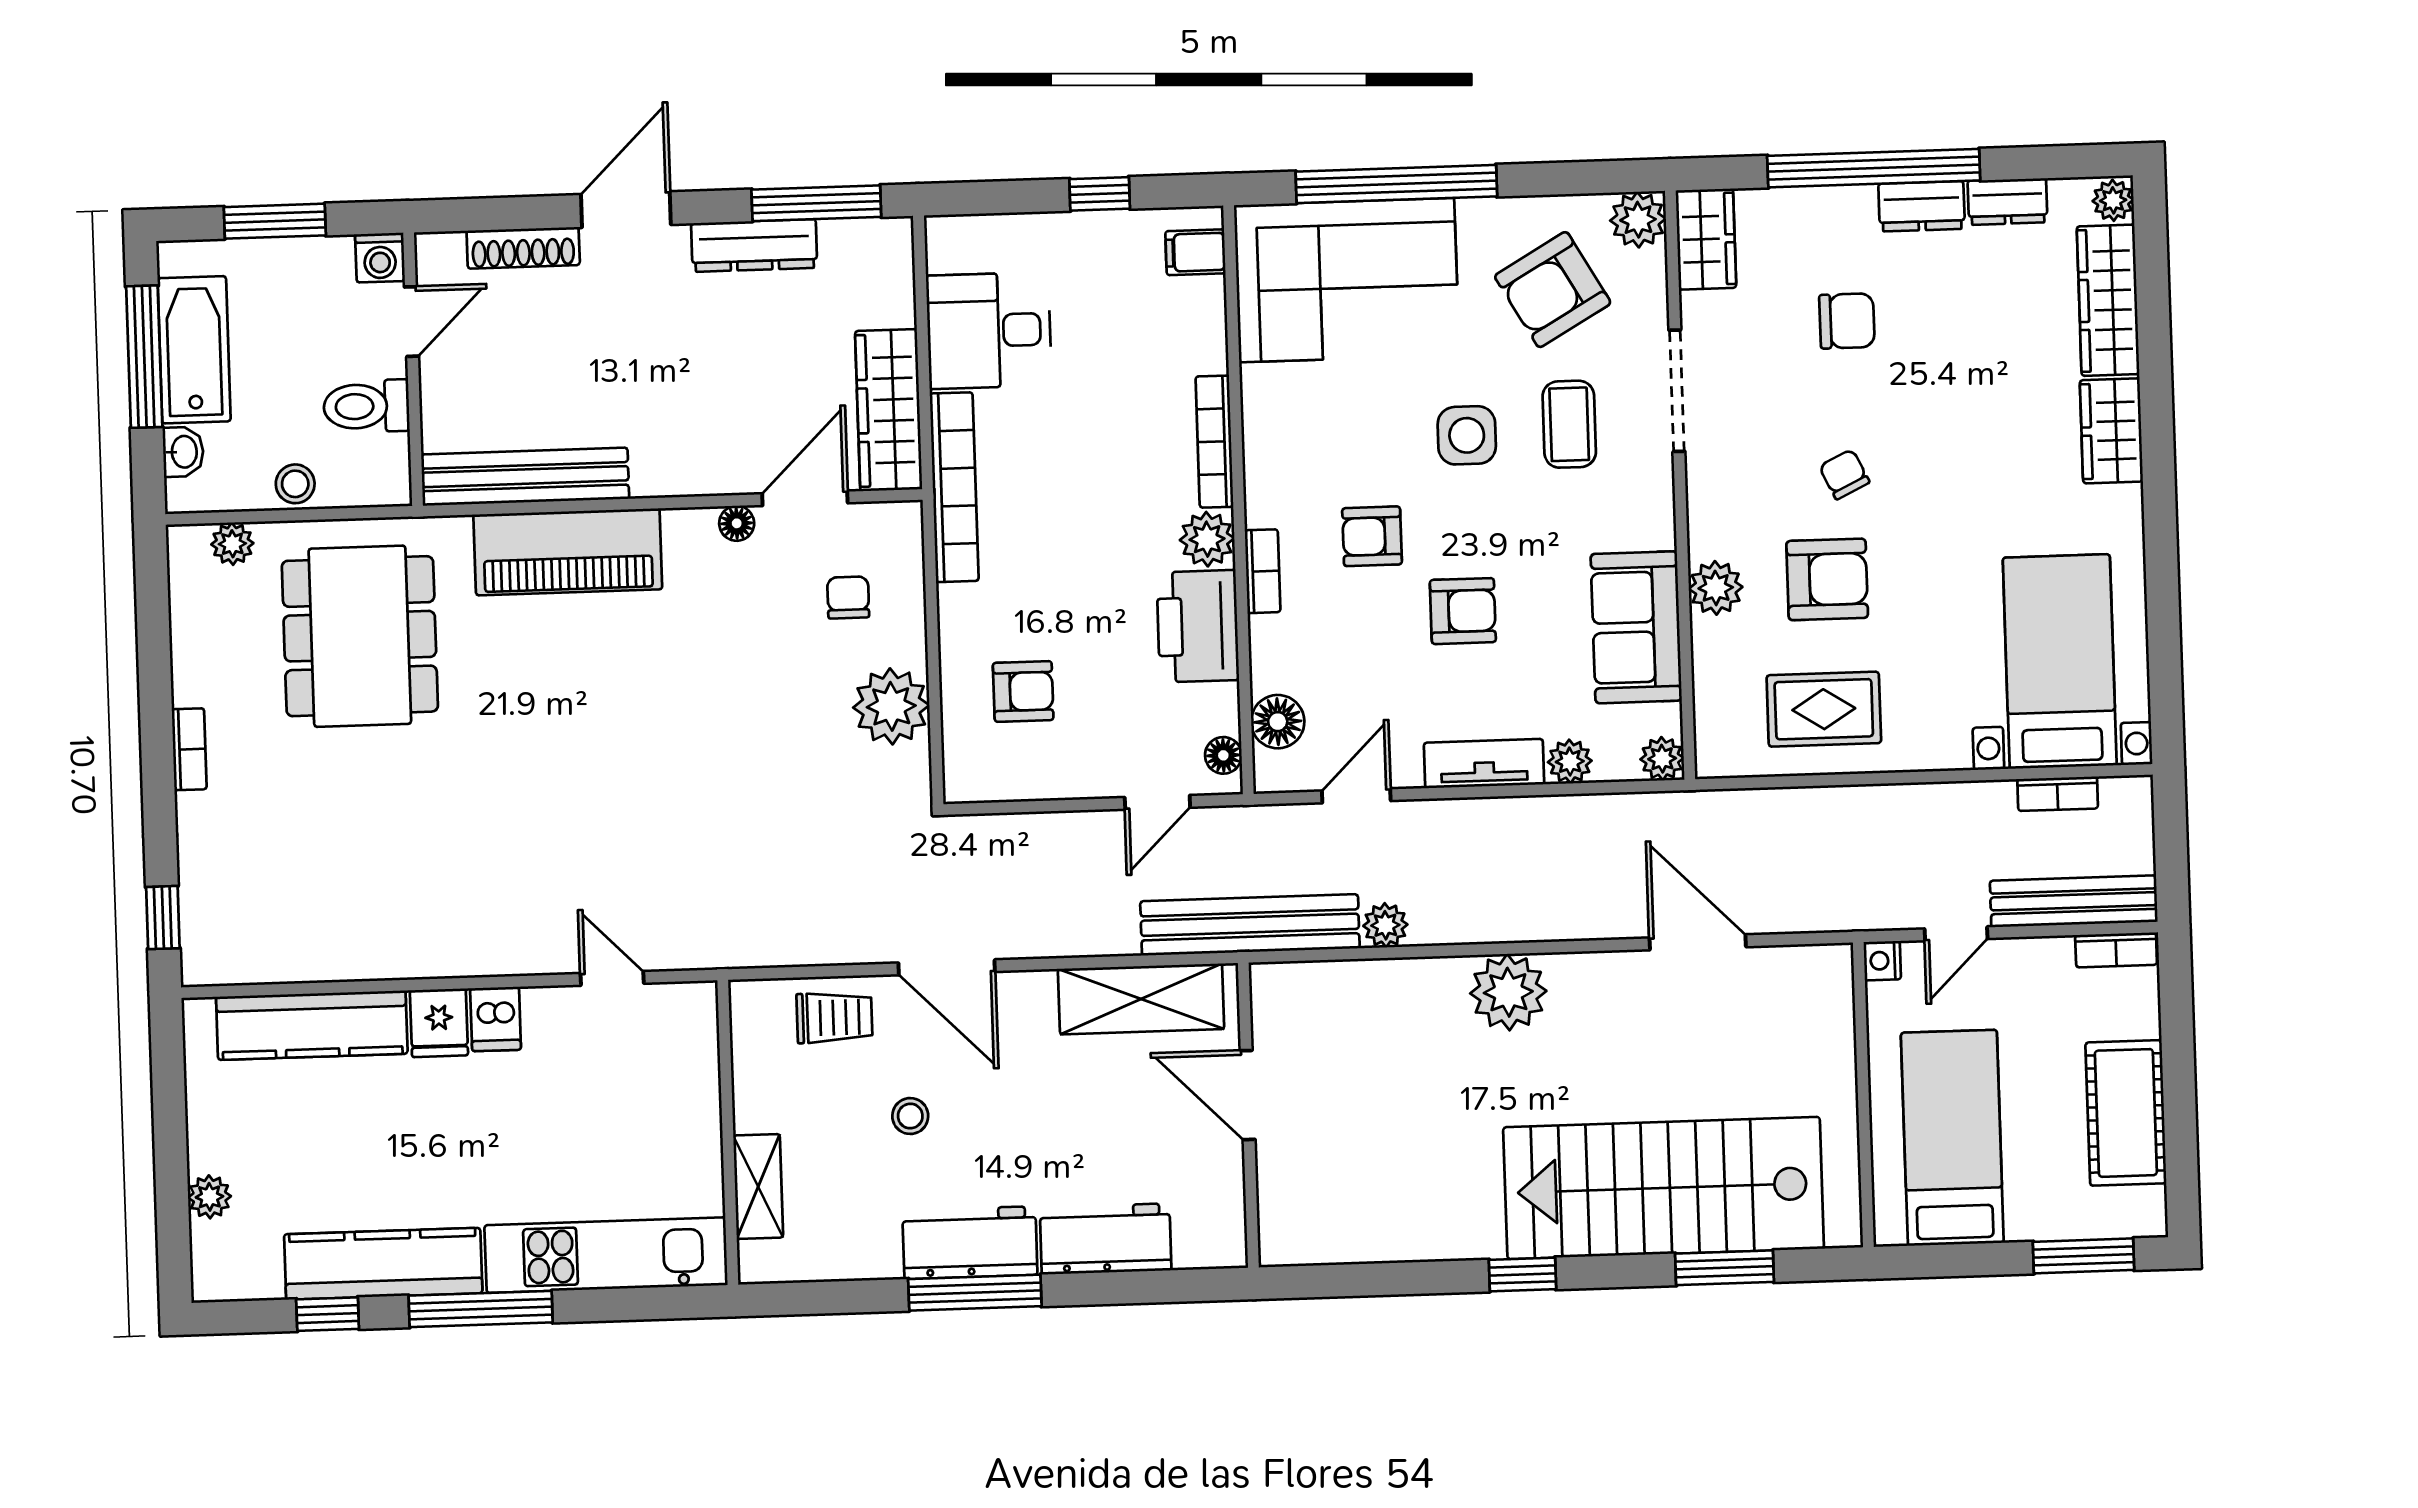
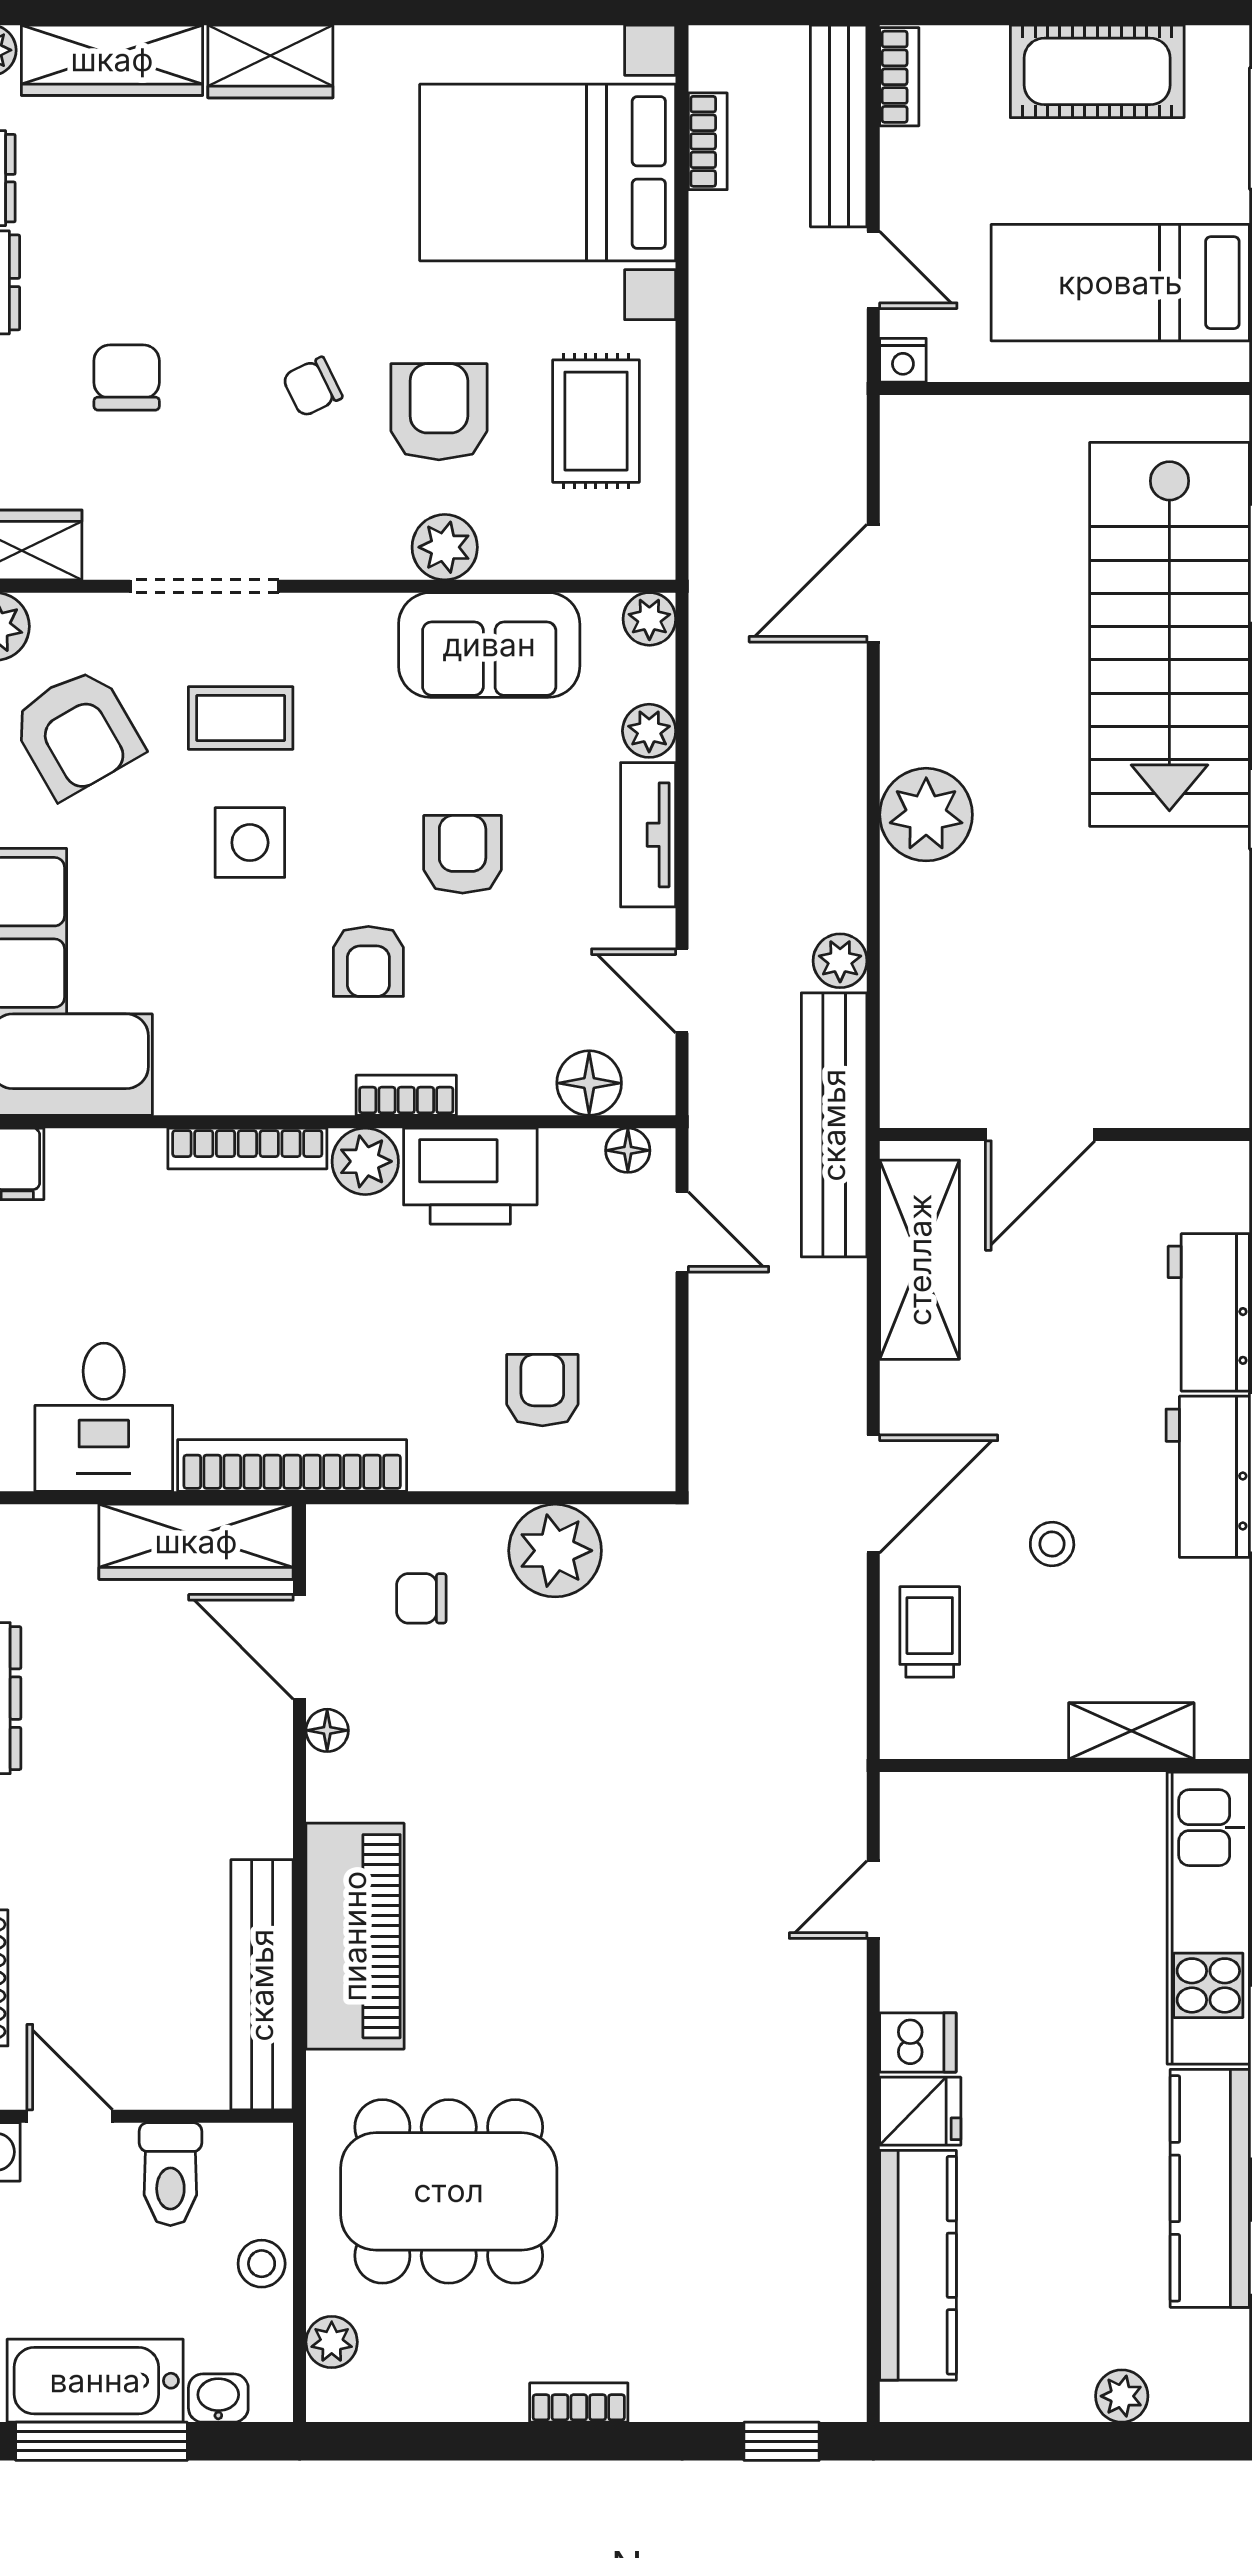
bed with nightstands: (2060, 661) -> (548, 172), width x1.36

